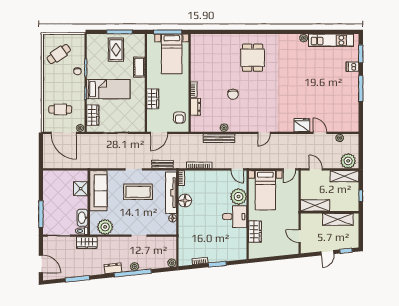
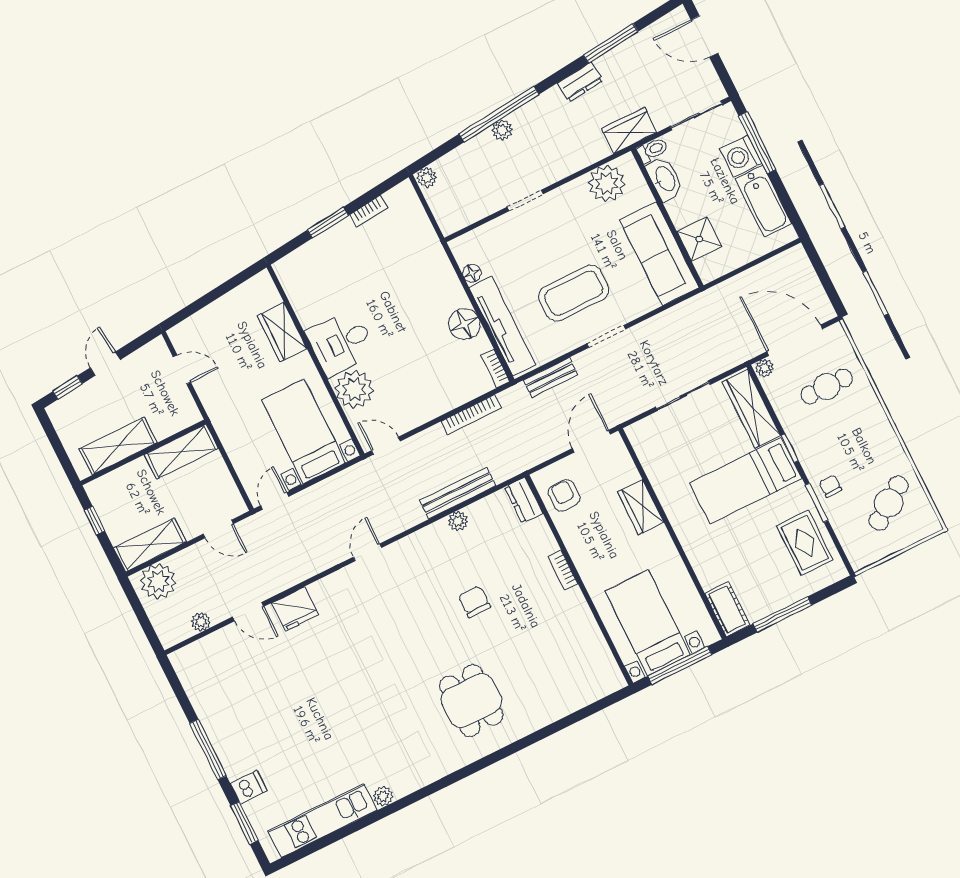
rug: (116, 50) -> (805, 543), moved
cot: (139, 67) -> (727, 609), moved
dresser: (195, 107) -> (524, 500), moved
wardrobe: (93, 115) -> (751, 409), width x1.50
bathtub: (49, 191) -> (764, 201), added
washing machine: (50, 212) -> (741, 156), added
dresser: (113, 268) -> (580, 82), moved

